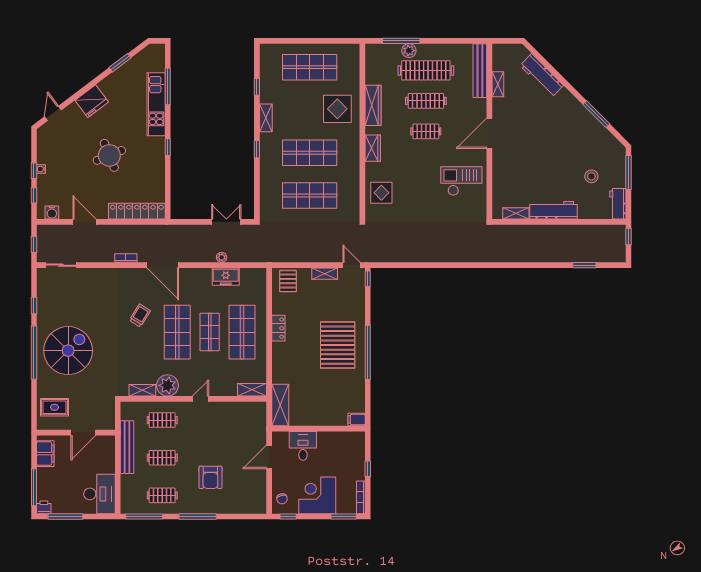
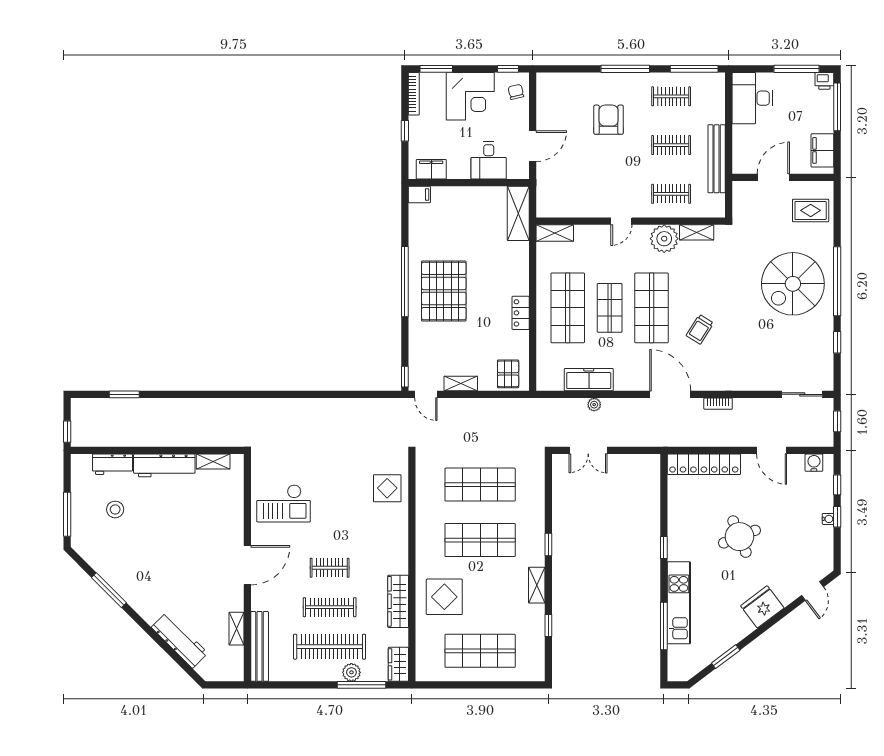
wardrobe: (373, 148) -> (398, 664), moved
workbench: (618, 204) -> (112, 464), moved, turned 90
freezer: (226, 277) -> (589, 380), width x1.40
filing cabinet: (347, 439) -> (431, 169), added

